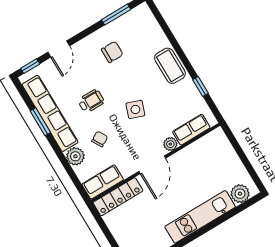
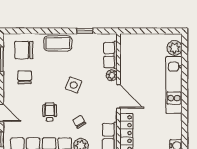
chair: (141, 34) -> (24, 50), added

